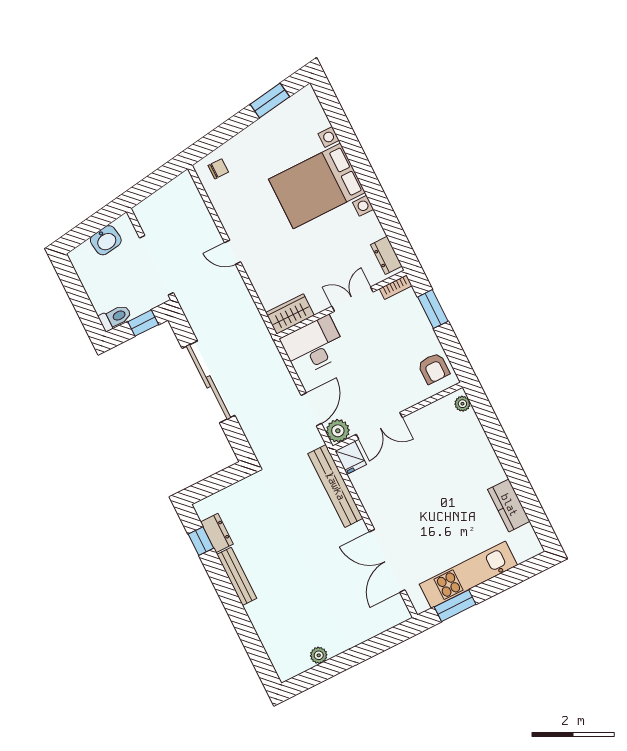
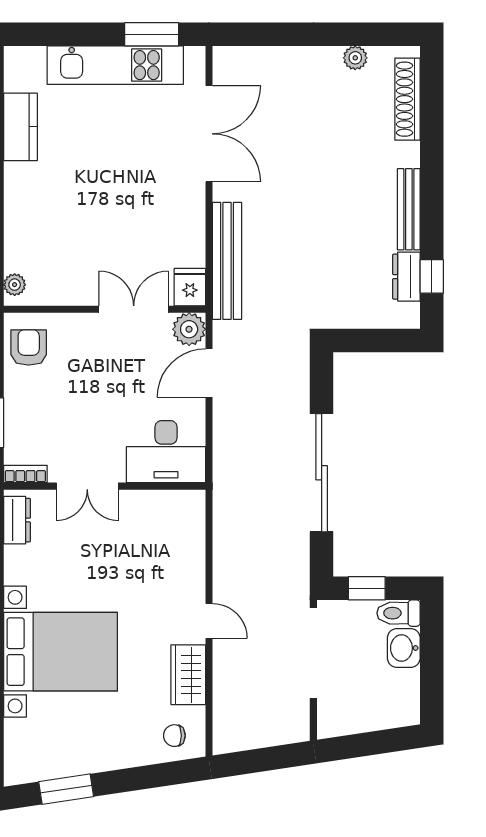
washbasin: (106, 240) -> (404, 648), moved, turned -81
wardrobe: (290, 314) -> (188, 675), moved, turned 90
shoe rack: (272, 646) -> (408, 99), added

